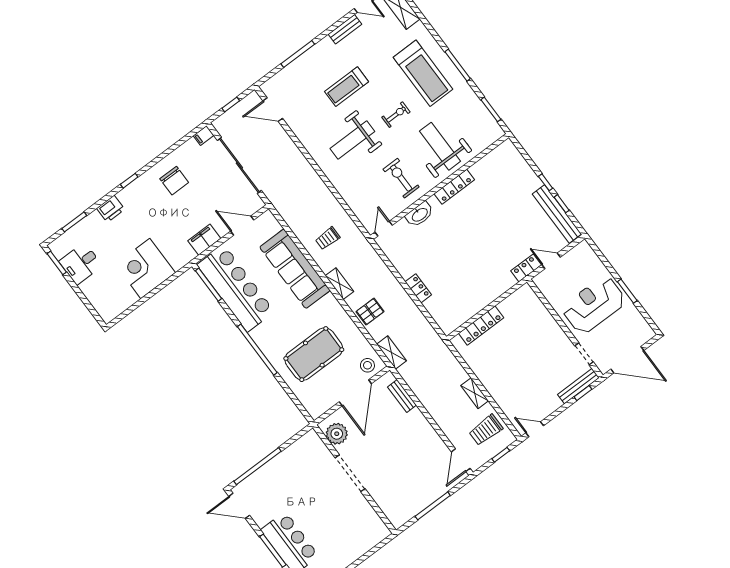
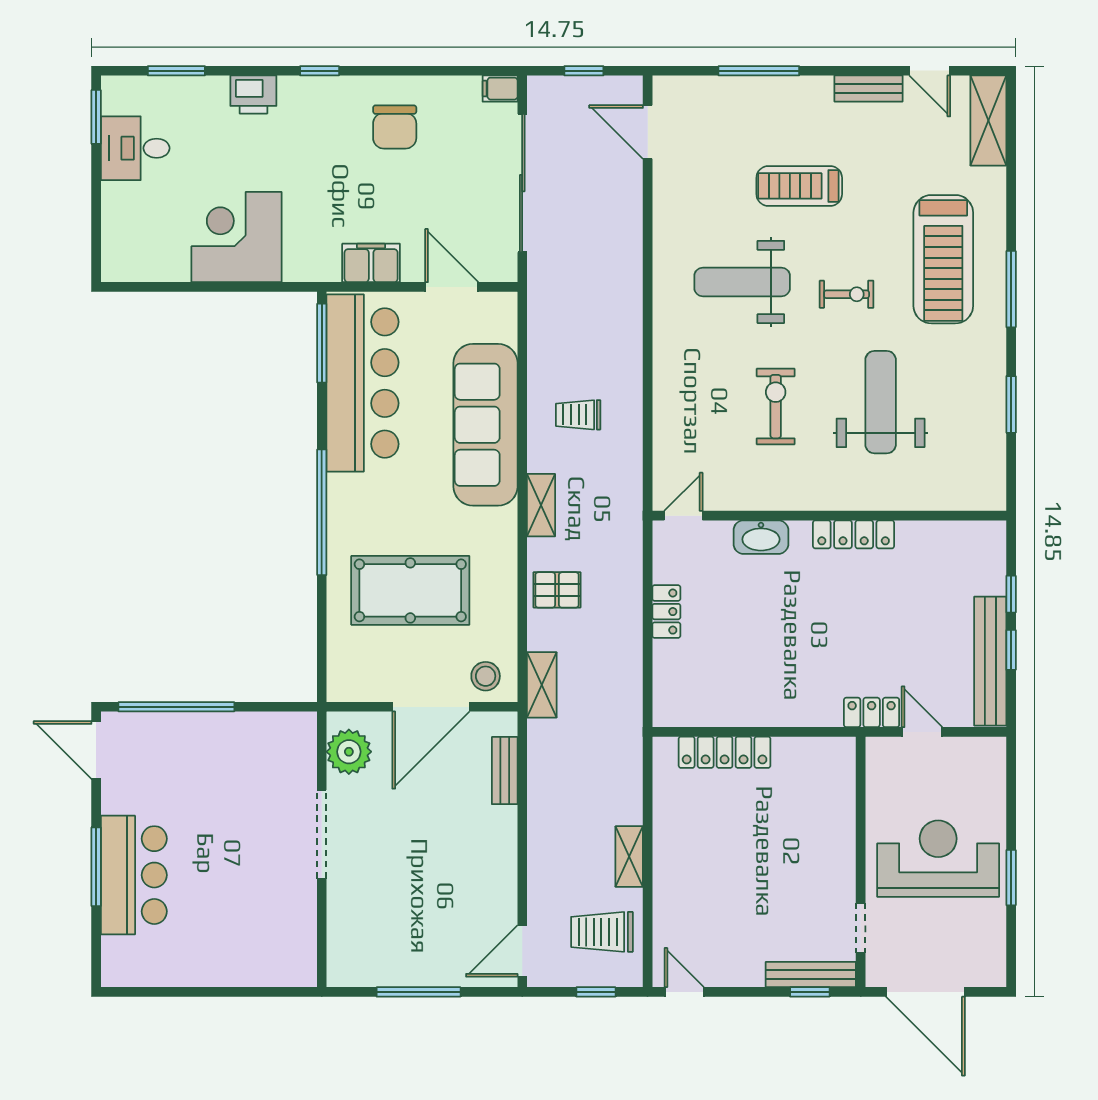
wall: (440, 187) -> (829, 516), moved
locker: (454, 187) -> (854, 534), moved
washbasin: (420, 214) -> (761, 537), moved
door: (384, 229) -> (683, 516), moved

